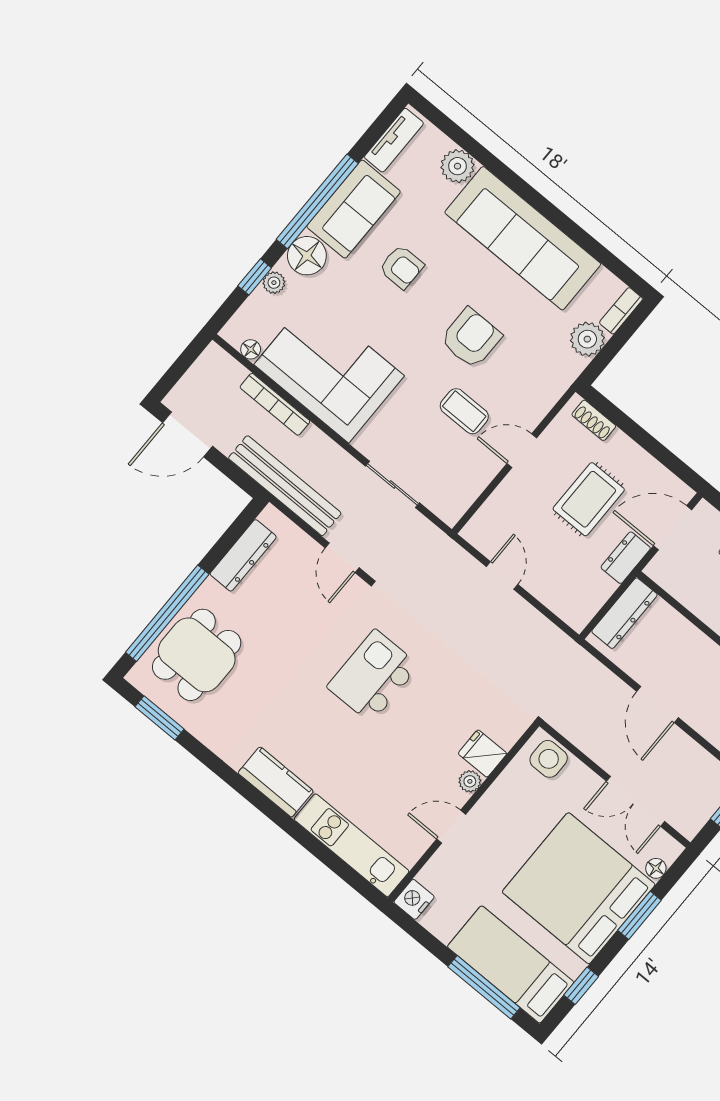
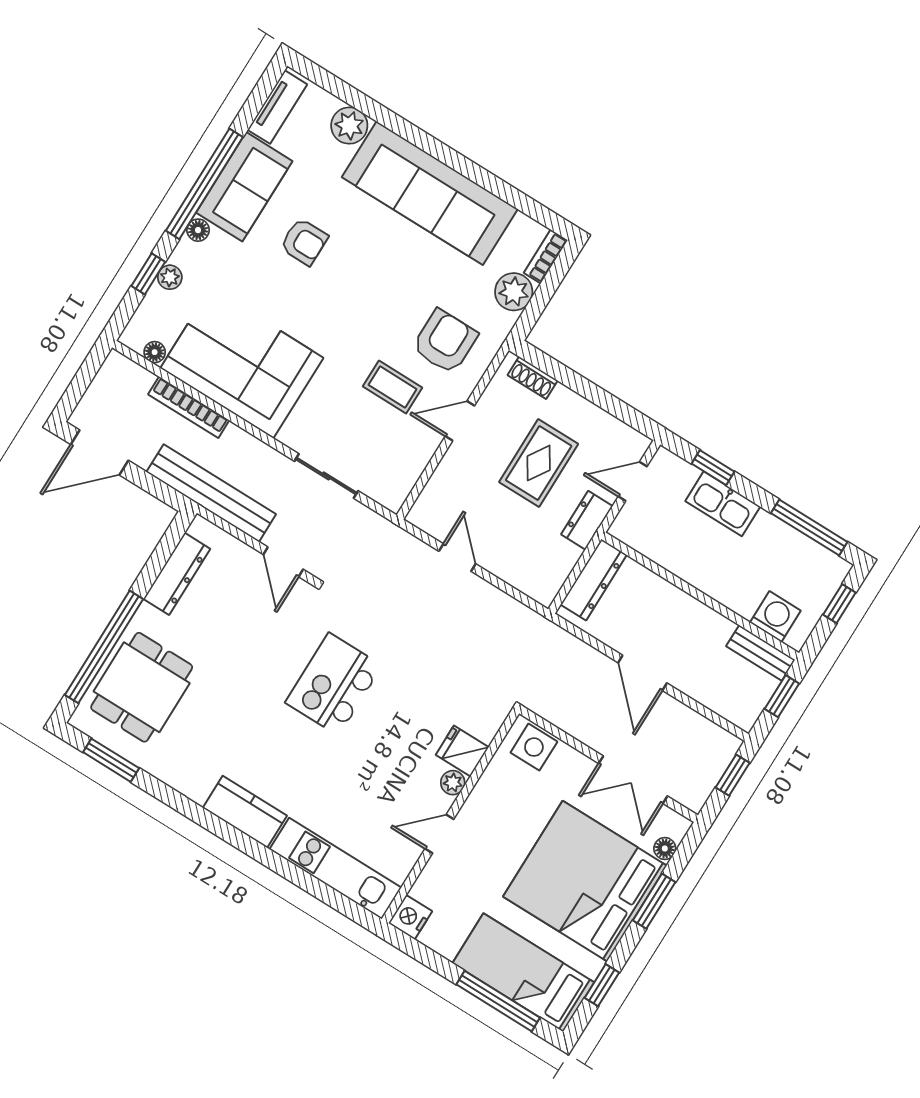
floor lamp: (307, 256) -> (198, 230), width x0.53, depth x0.53
armchair: (471, 338) -> (445, 342), moved
door: (672, 528) -> (633, 481), width x0.73

